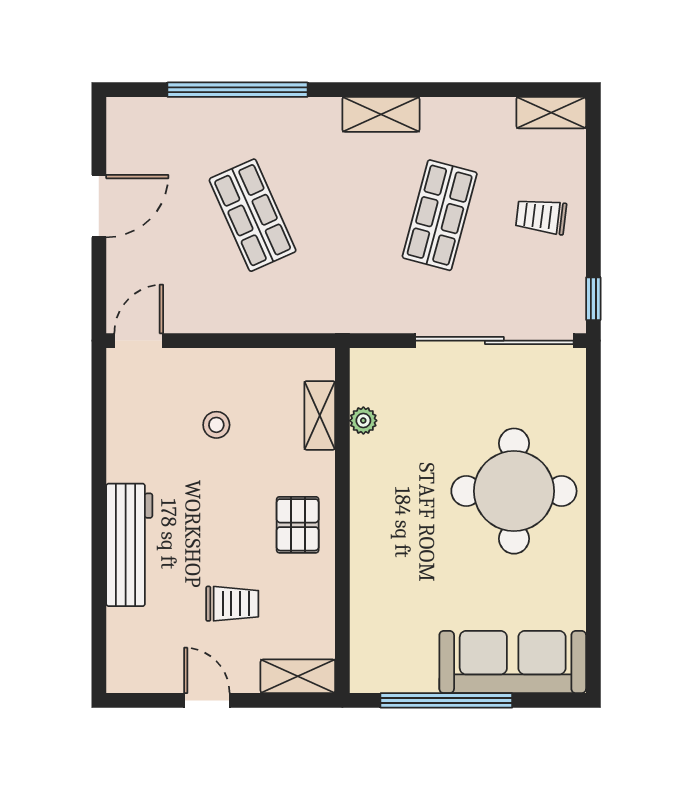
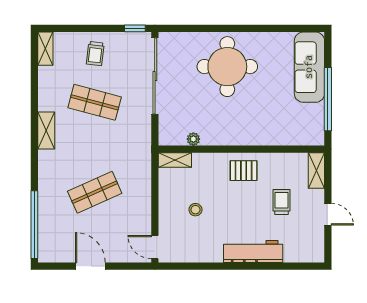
window: (237, 90) -> (34, 225), moved
shelving: (320, 415) -> (175, 160), moved
door: (207, 700) -> (328, 214), swing flipped

